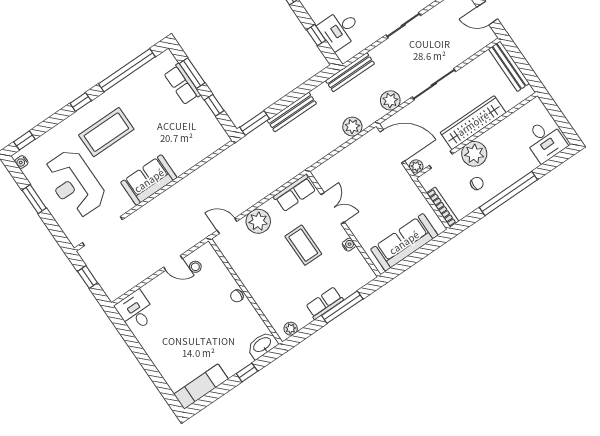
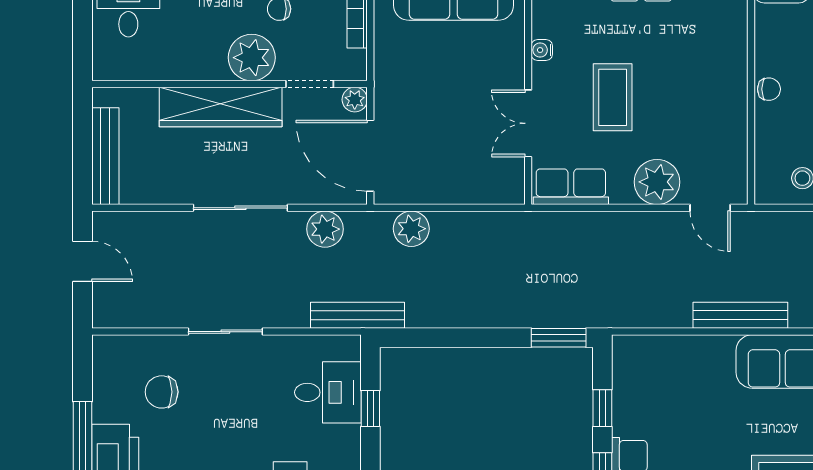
bench: (292, 112) -> (740, 315), moved

